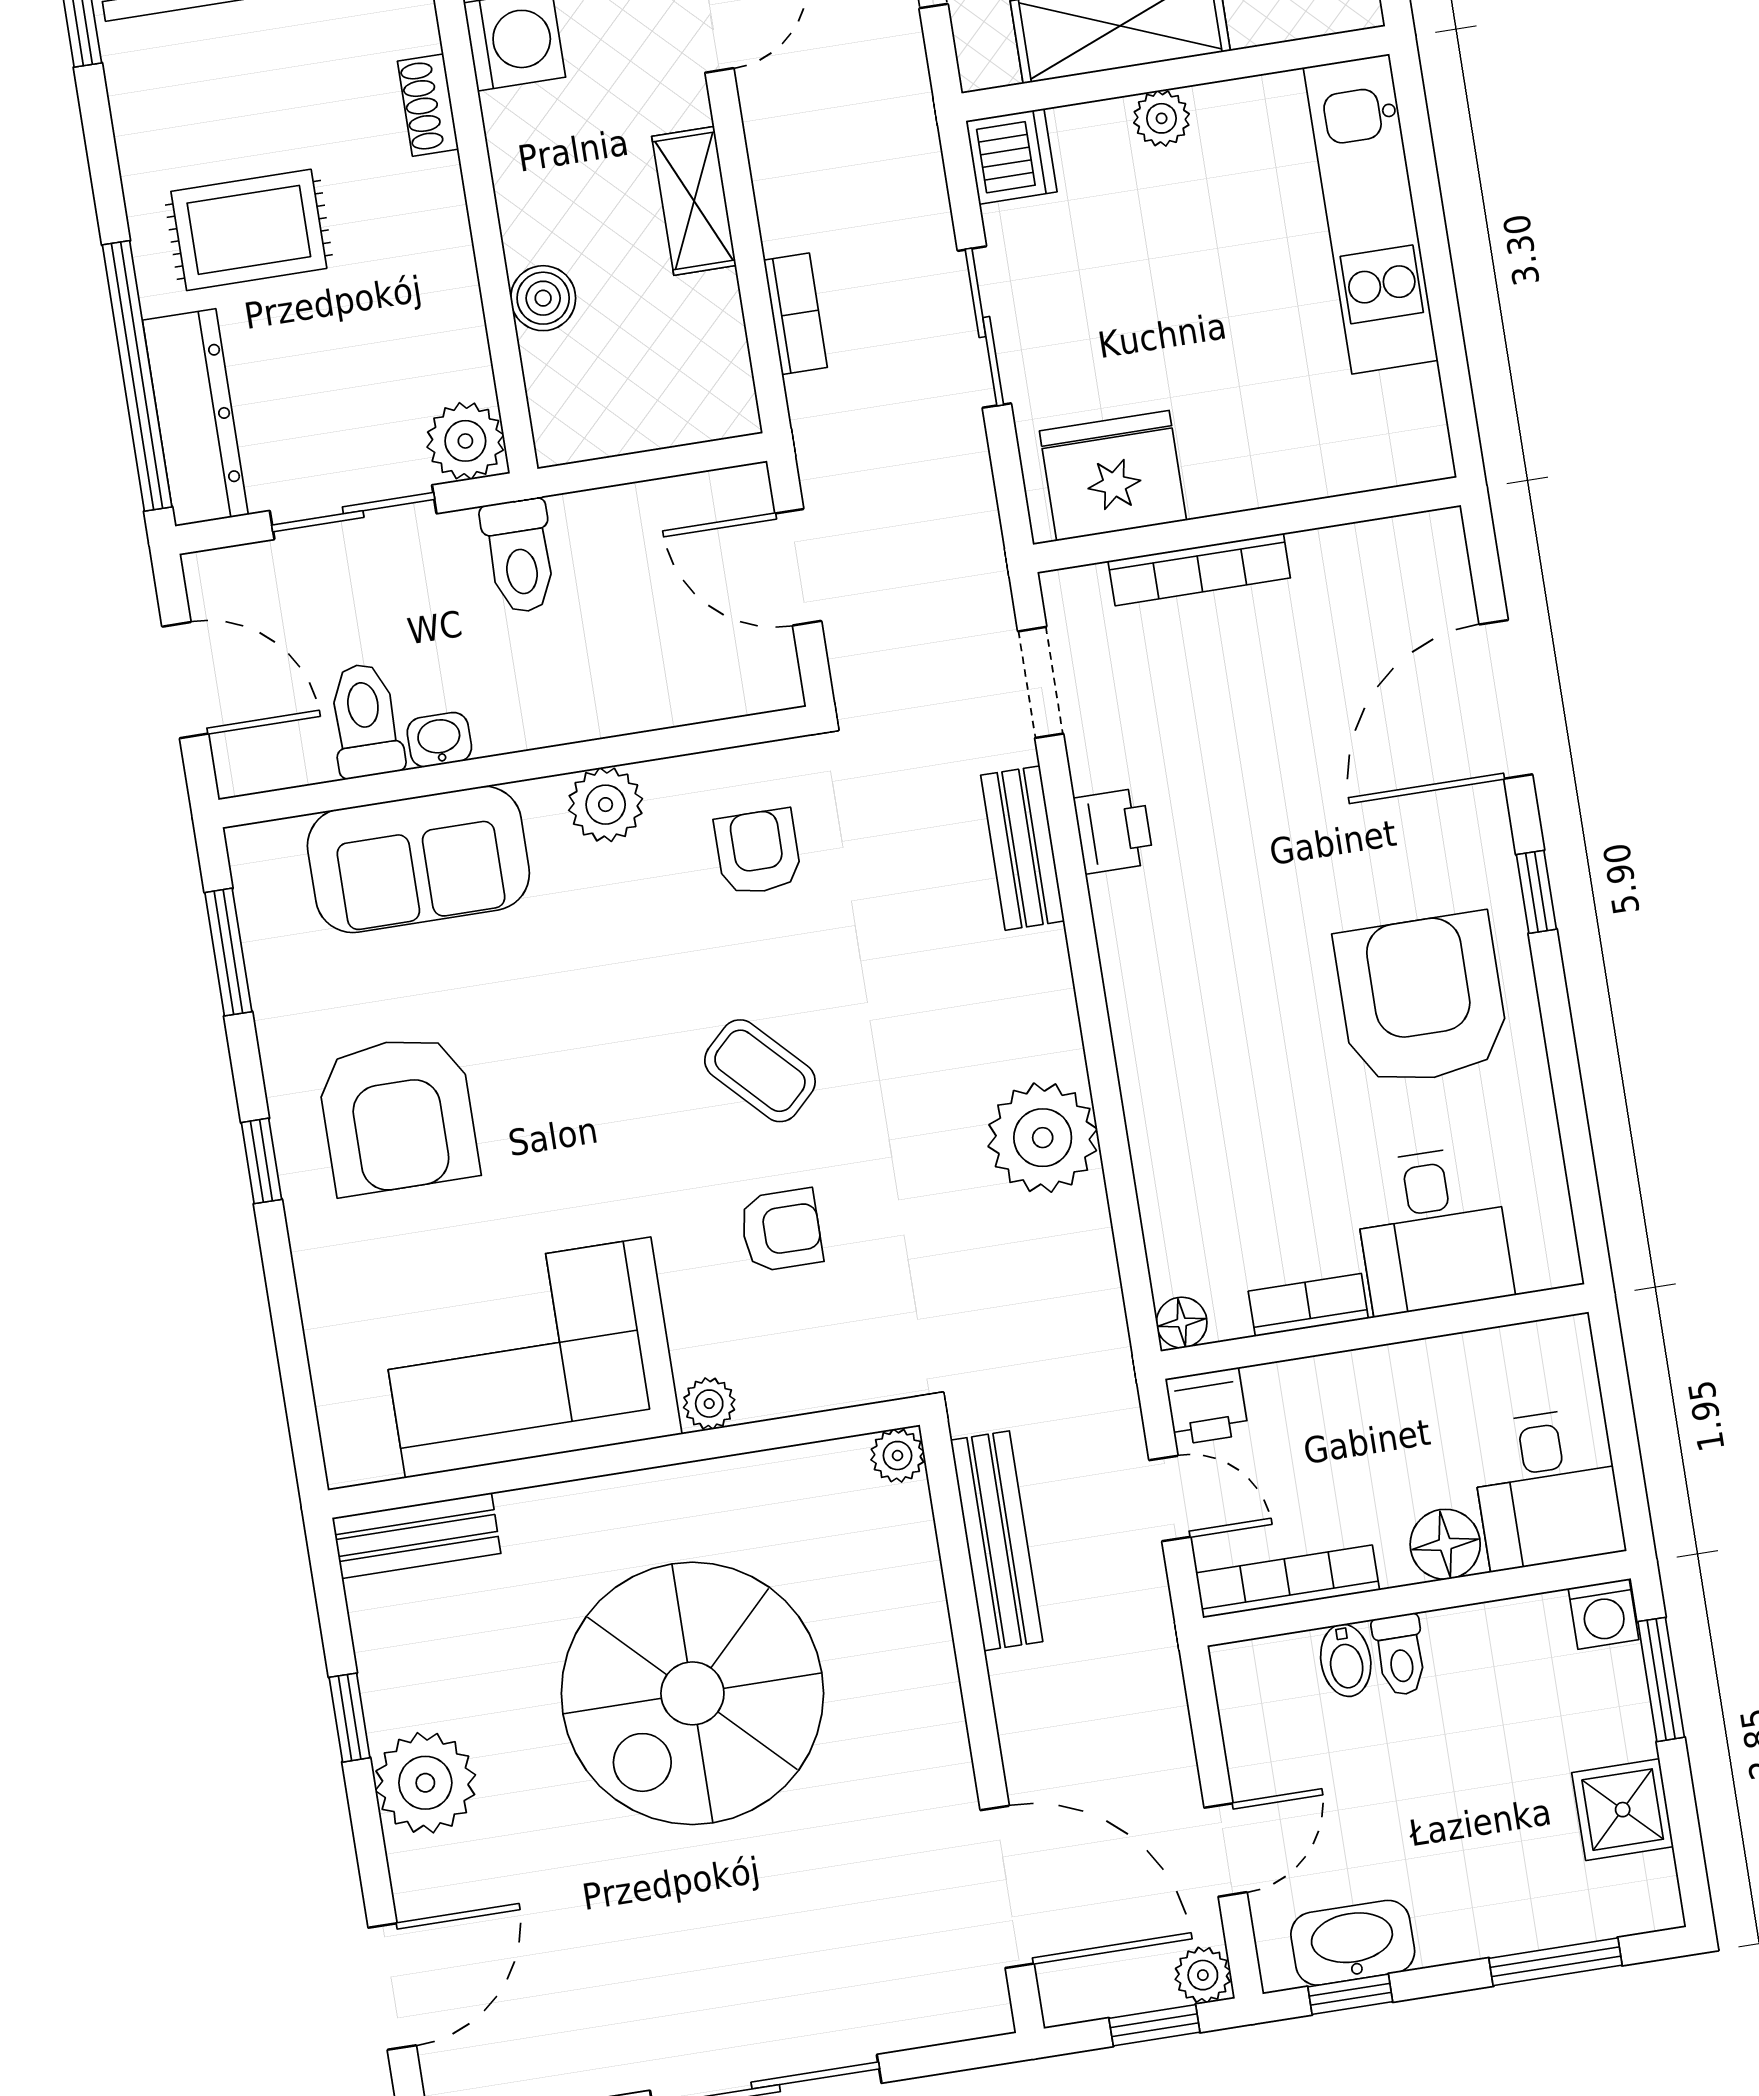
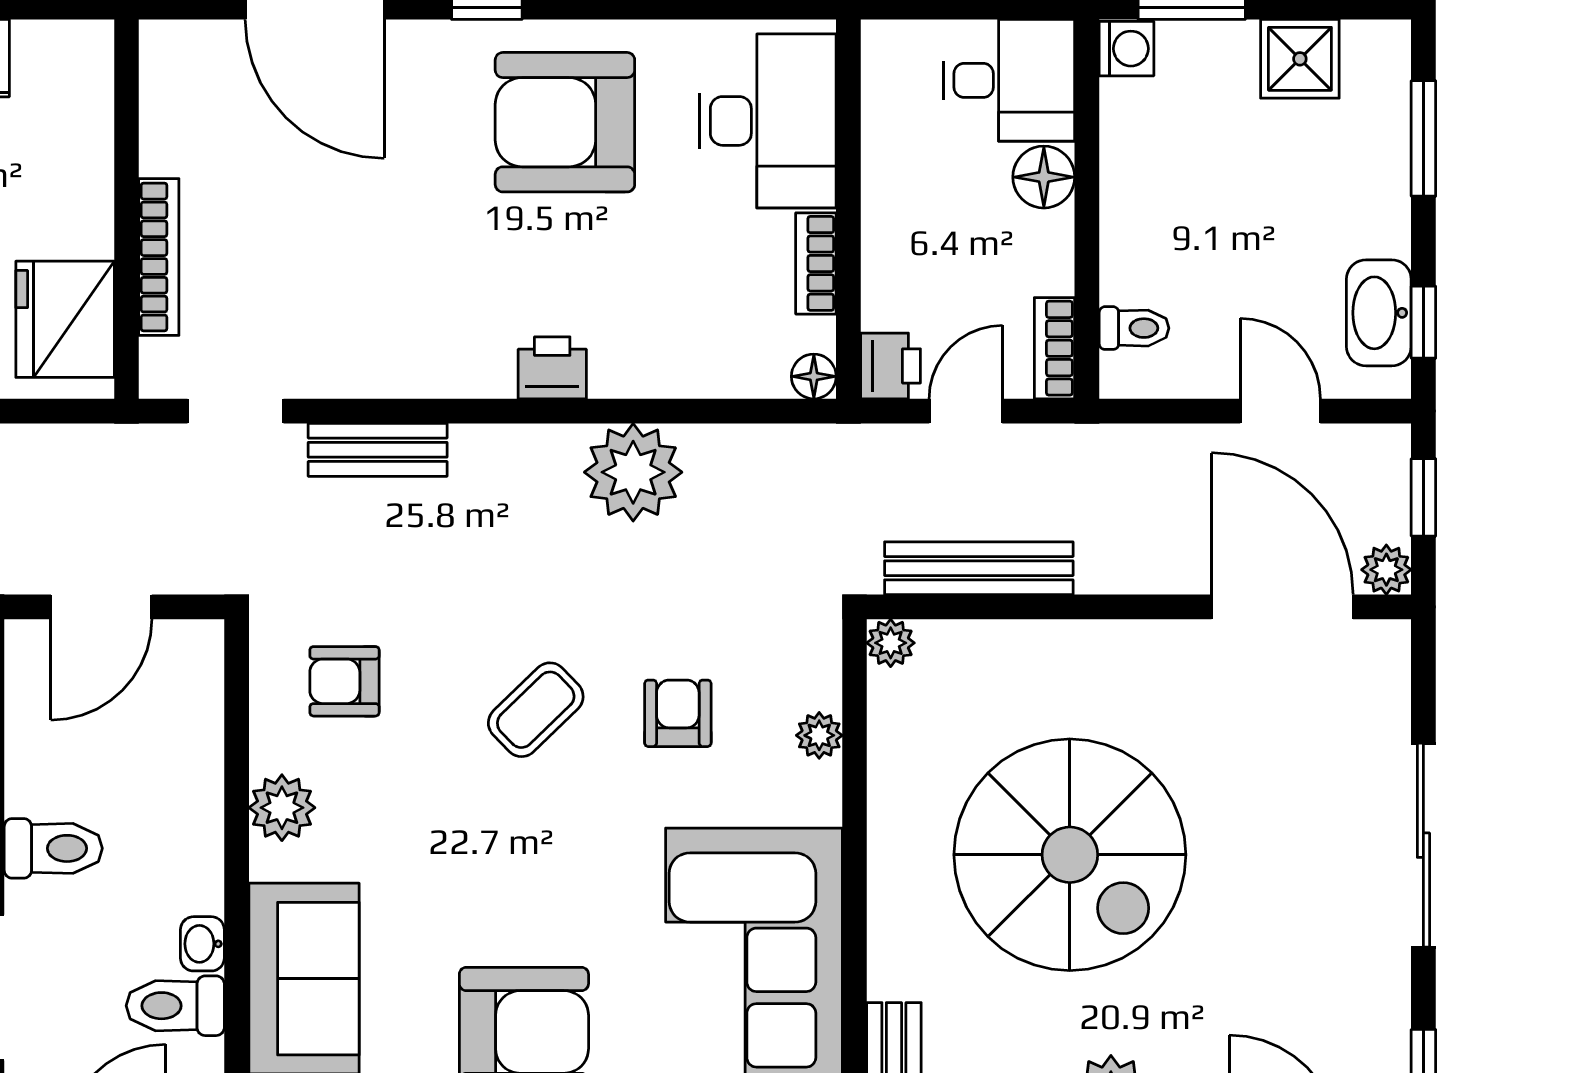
printer: (1114, 831) -> (552, 368), moved
desk: (1433, 1230) -> (768, 121), width x1.37
plant: (709, 1404) -> (819, 735), moved
bookcase: (1288, 1582) -> (1055, 348), width x0.64
toilet: (1400, 1655) -> (1134, 328), moved
bidet: (1346, 1660) -> (1131, 280), removed
door: (1007, 1887) -> (1282, 607), hinge flipped
plant: (1203, 1975) -> (1386, 570), moved

